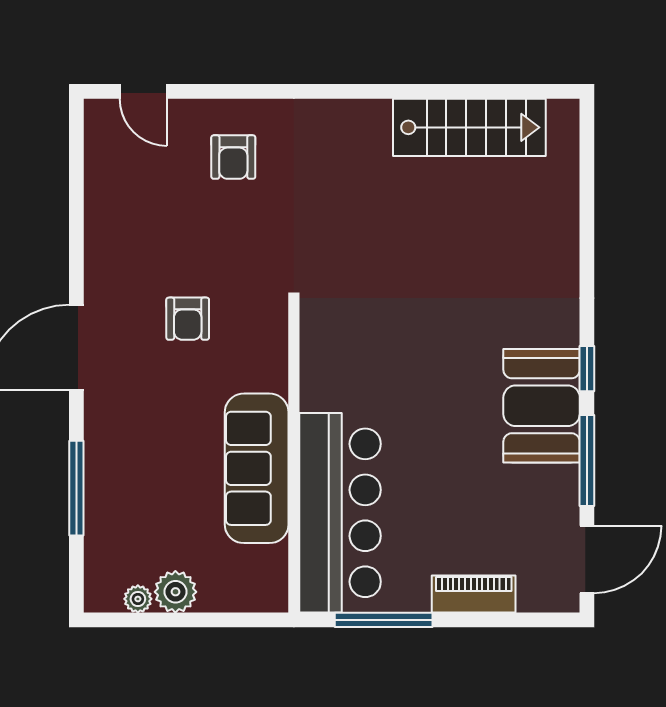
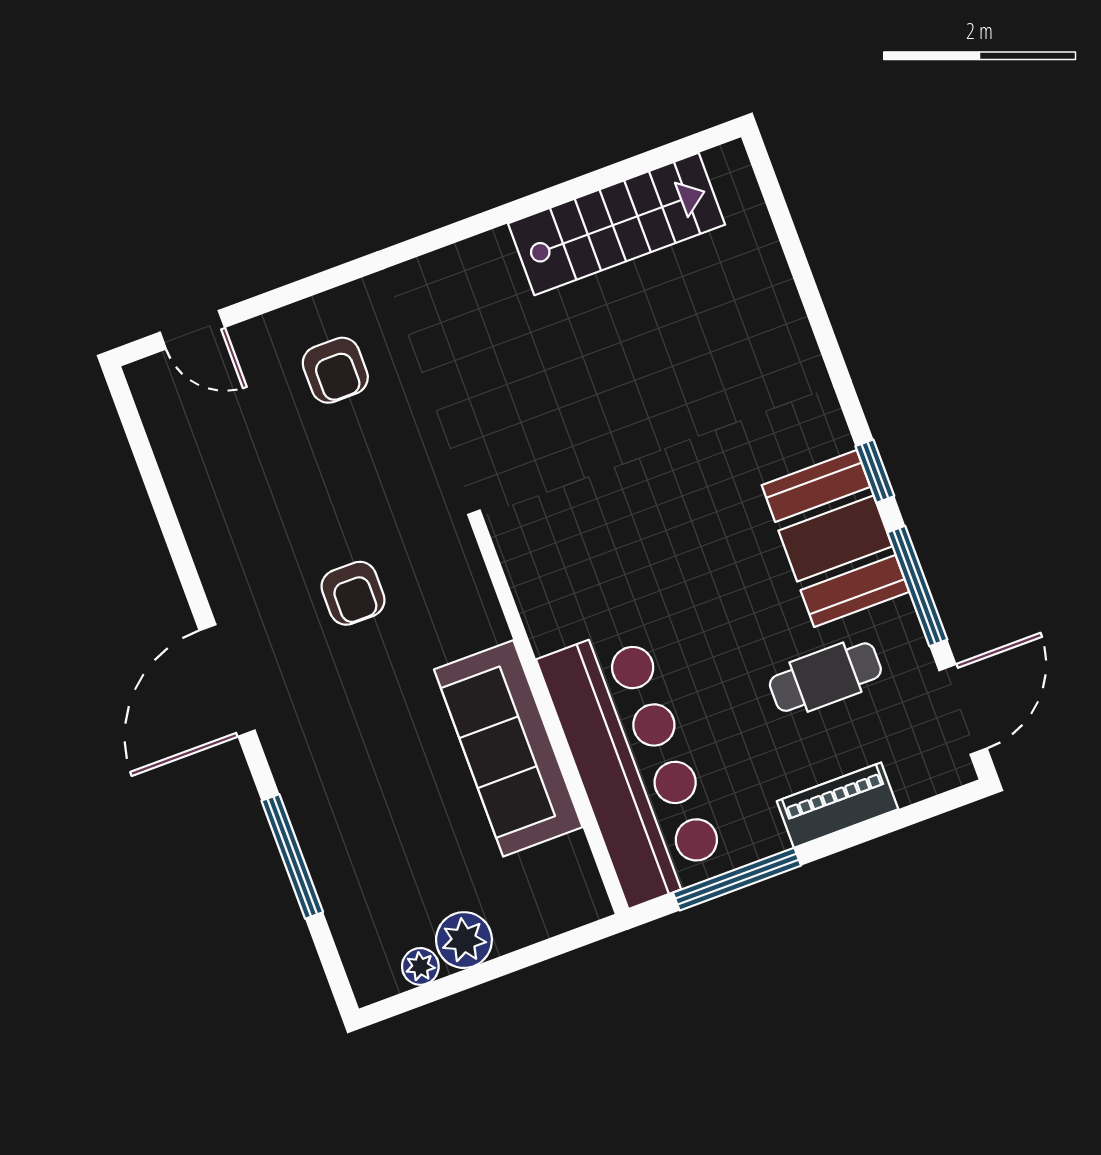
cafe table: (498, 501) -> (825, 677), added

